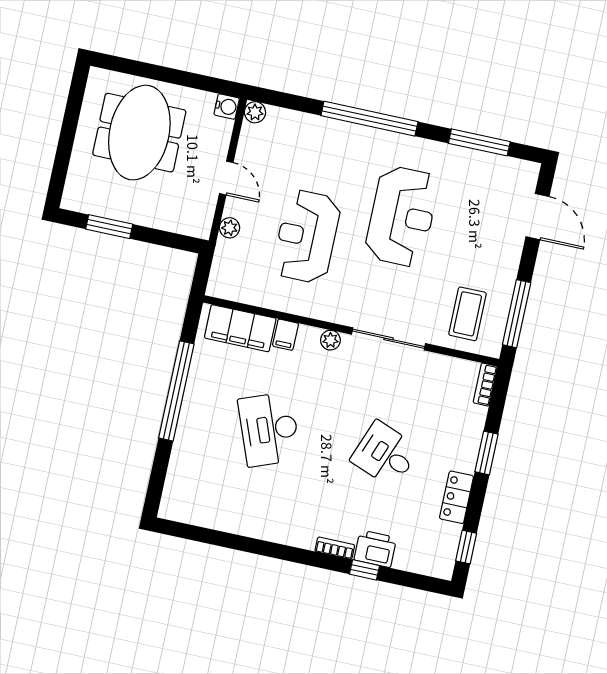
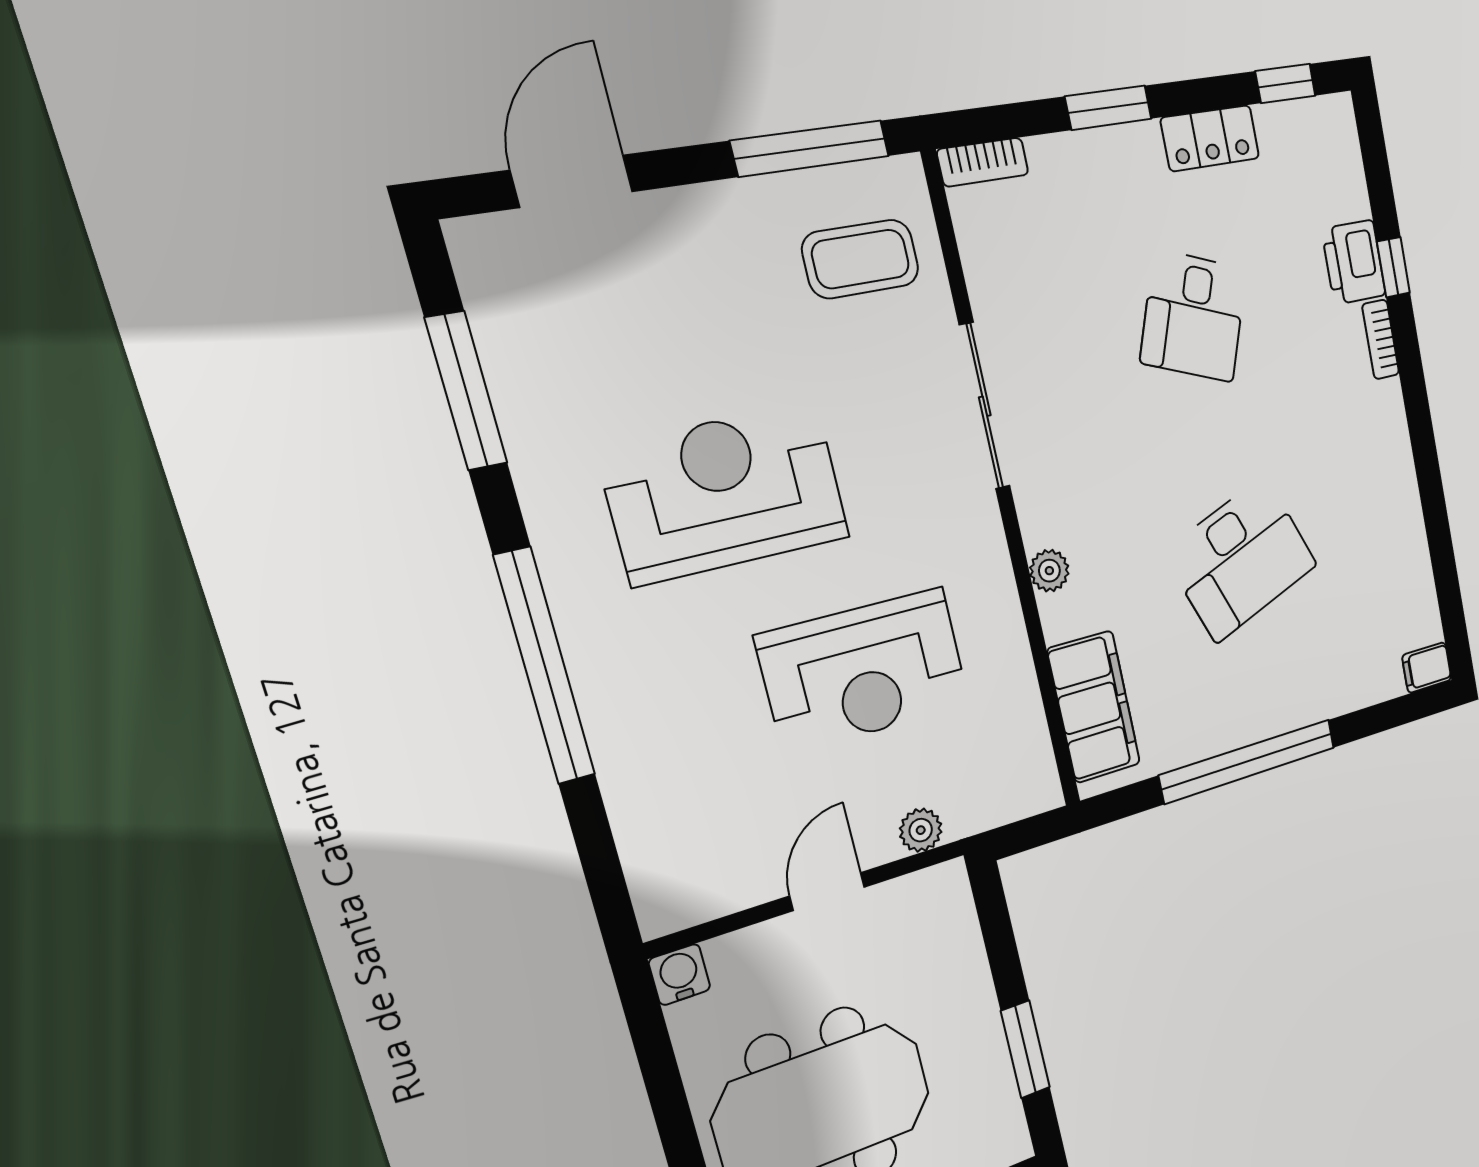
plant: (255, 112) -> (661, 912), removed
filing cabinet: (285, 335) -> (1427, 668), moved, turned 180
plant: (330, 340) -> (1049, 571), moved

